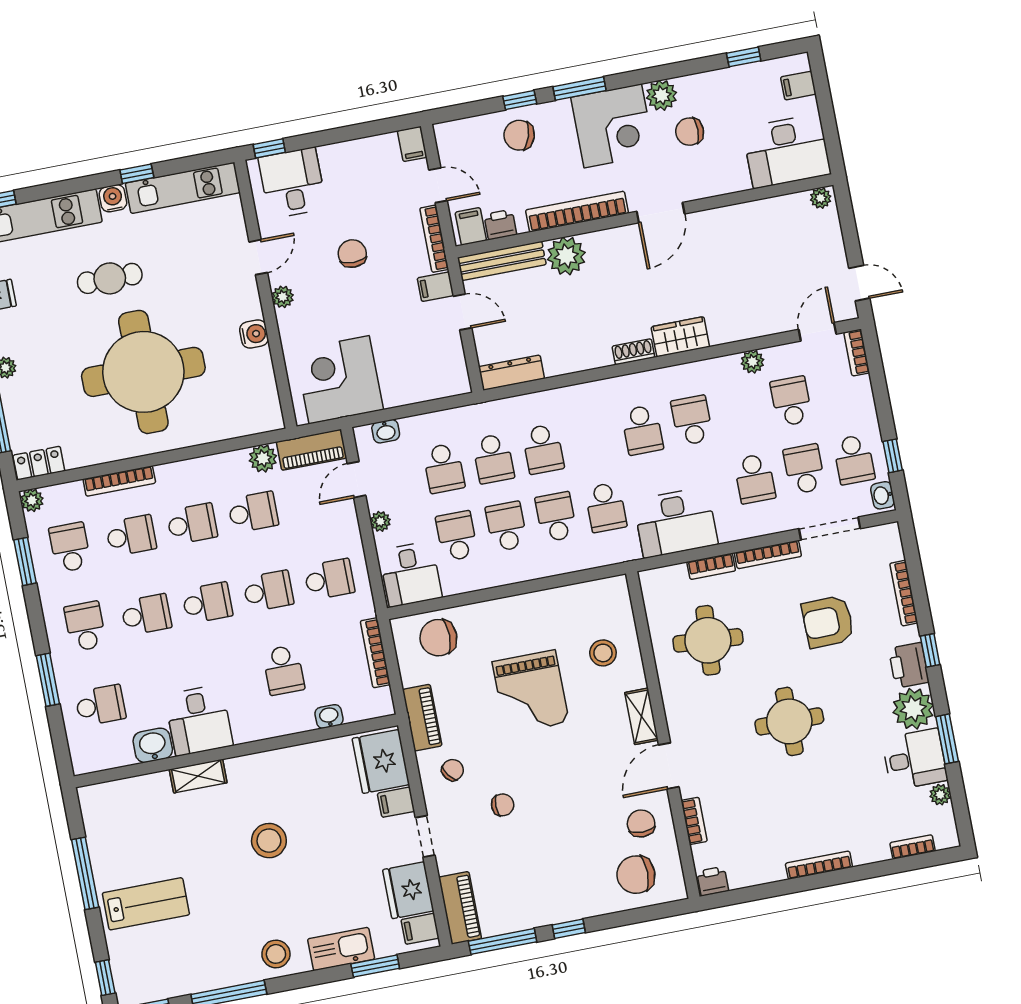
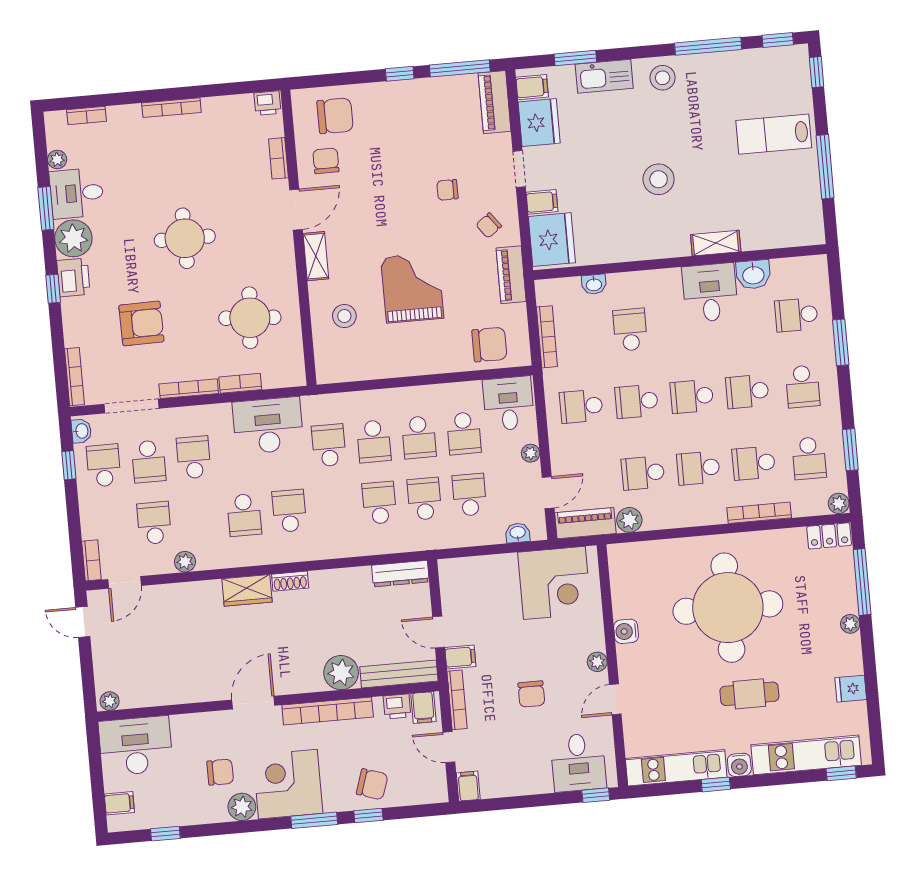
school desk: (791, 401) -> (154, 523), turned 180
bookcase: (904, 593) -> (74, 377), moved
chair: (641, 823) -> (326, 161), turned 180

